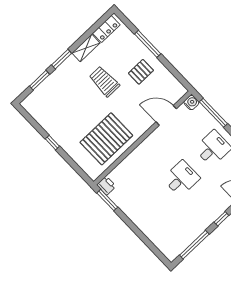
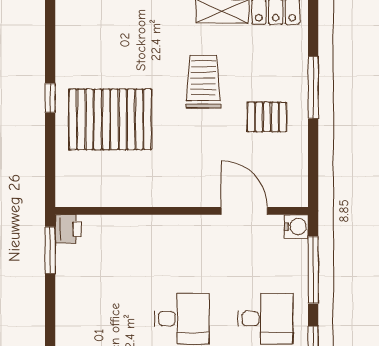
pallet: (106, 139) -> (110, 119), moved

